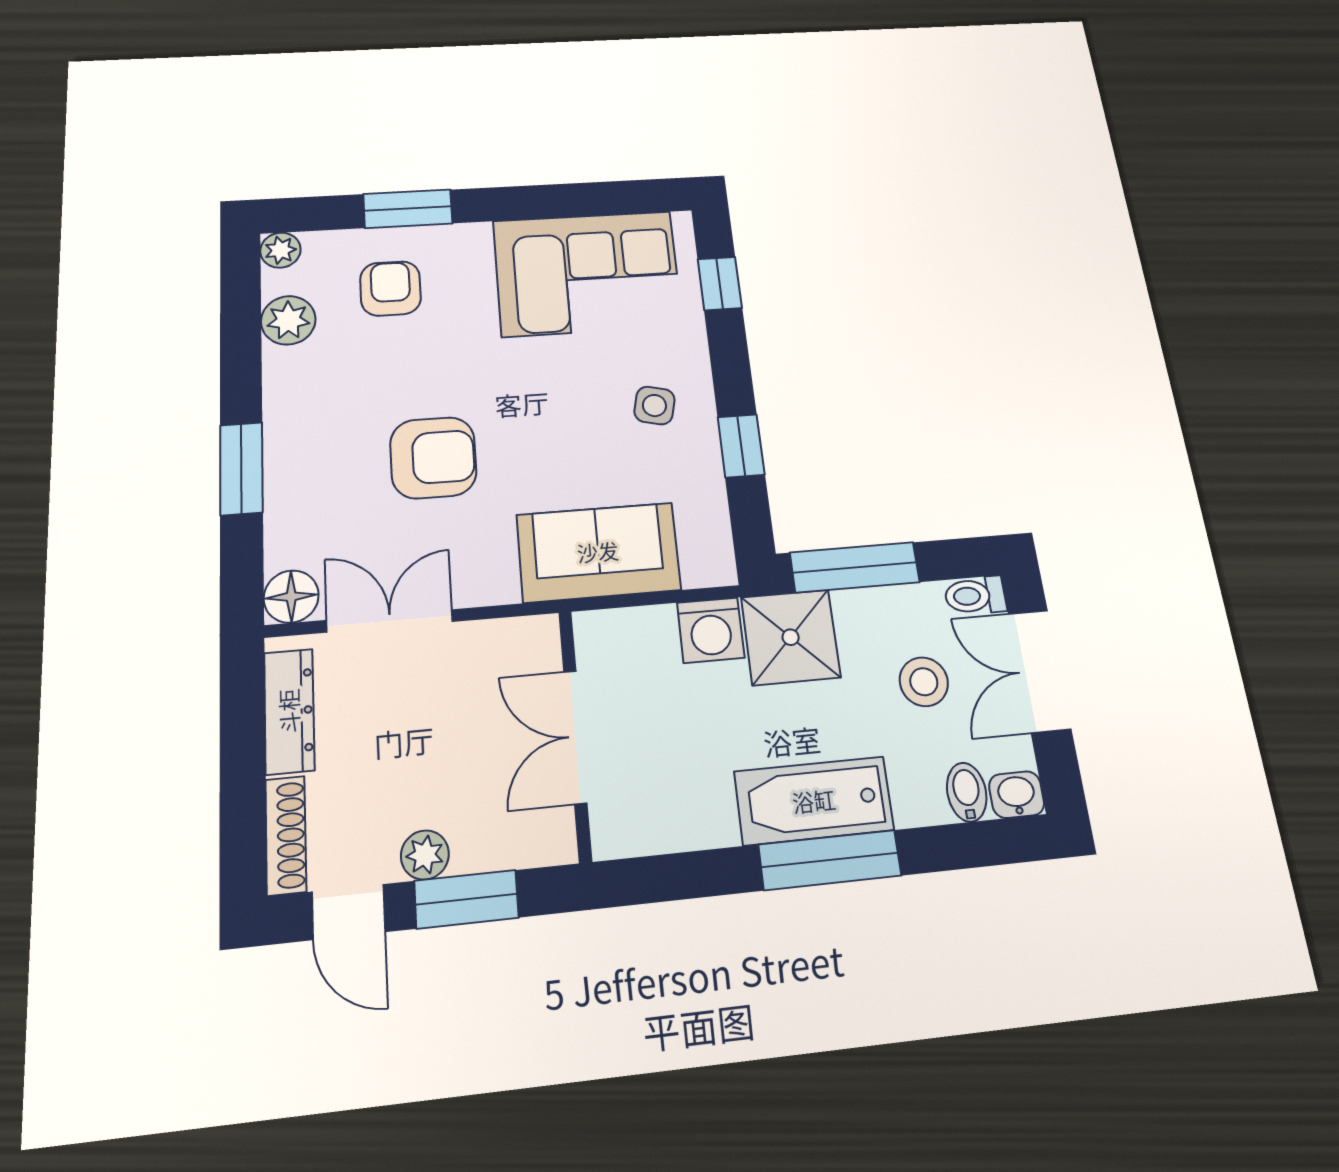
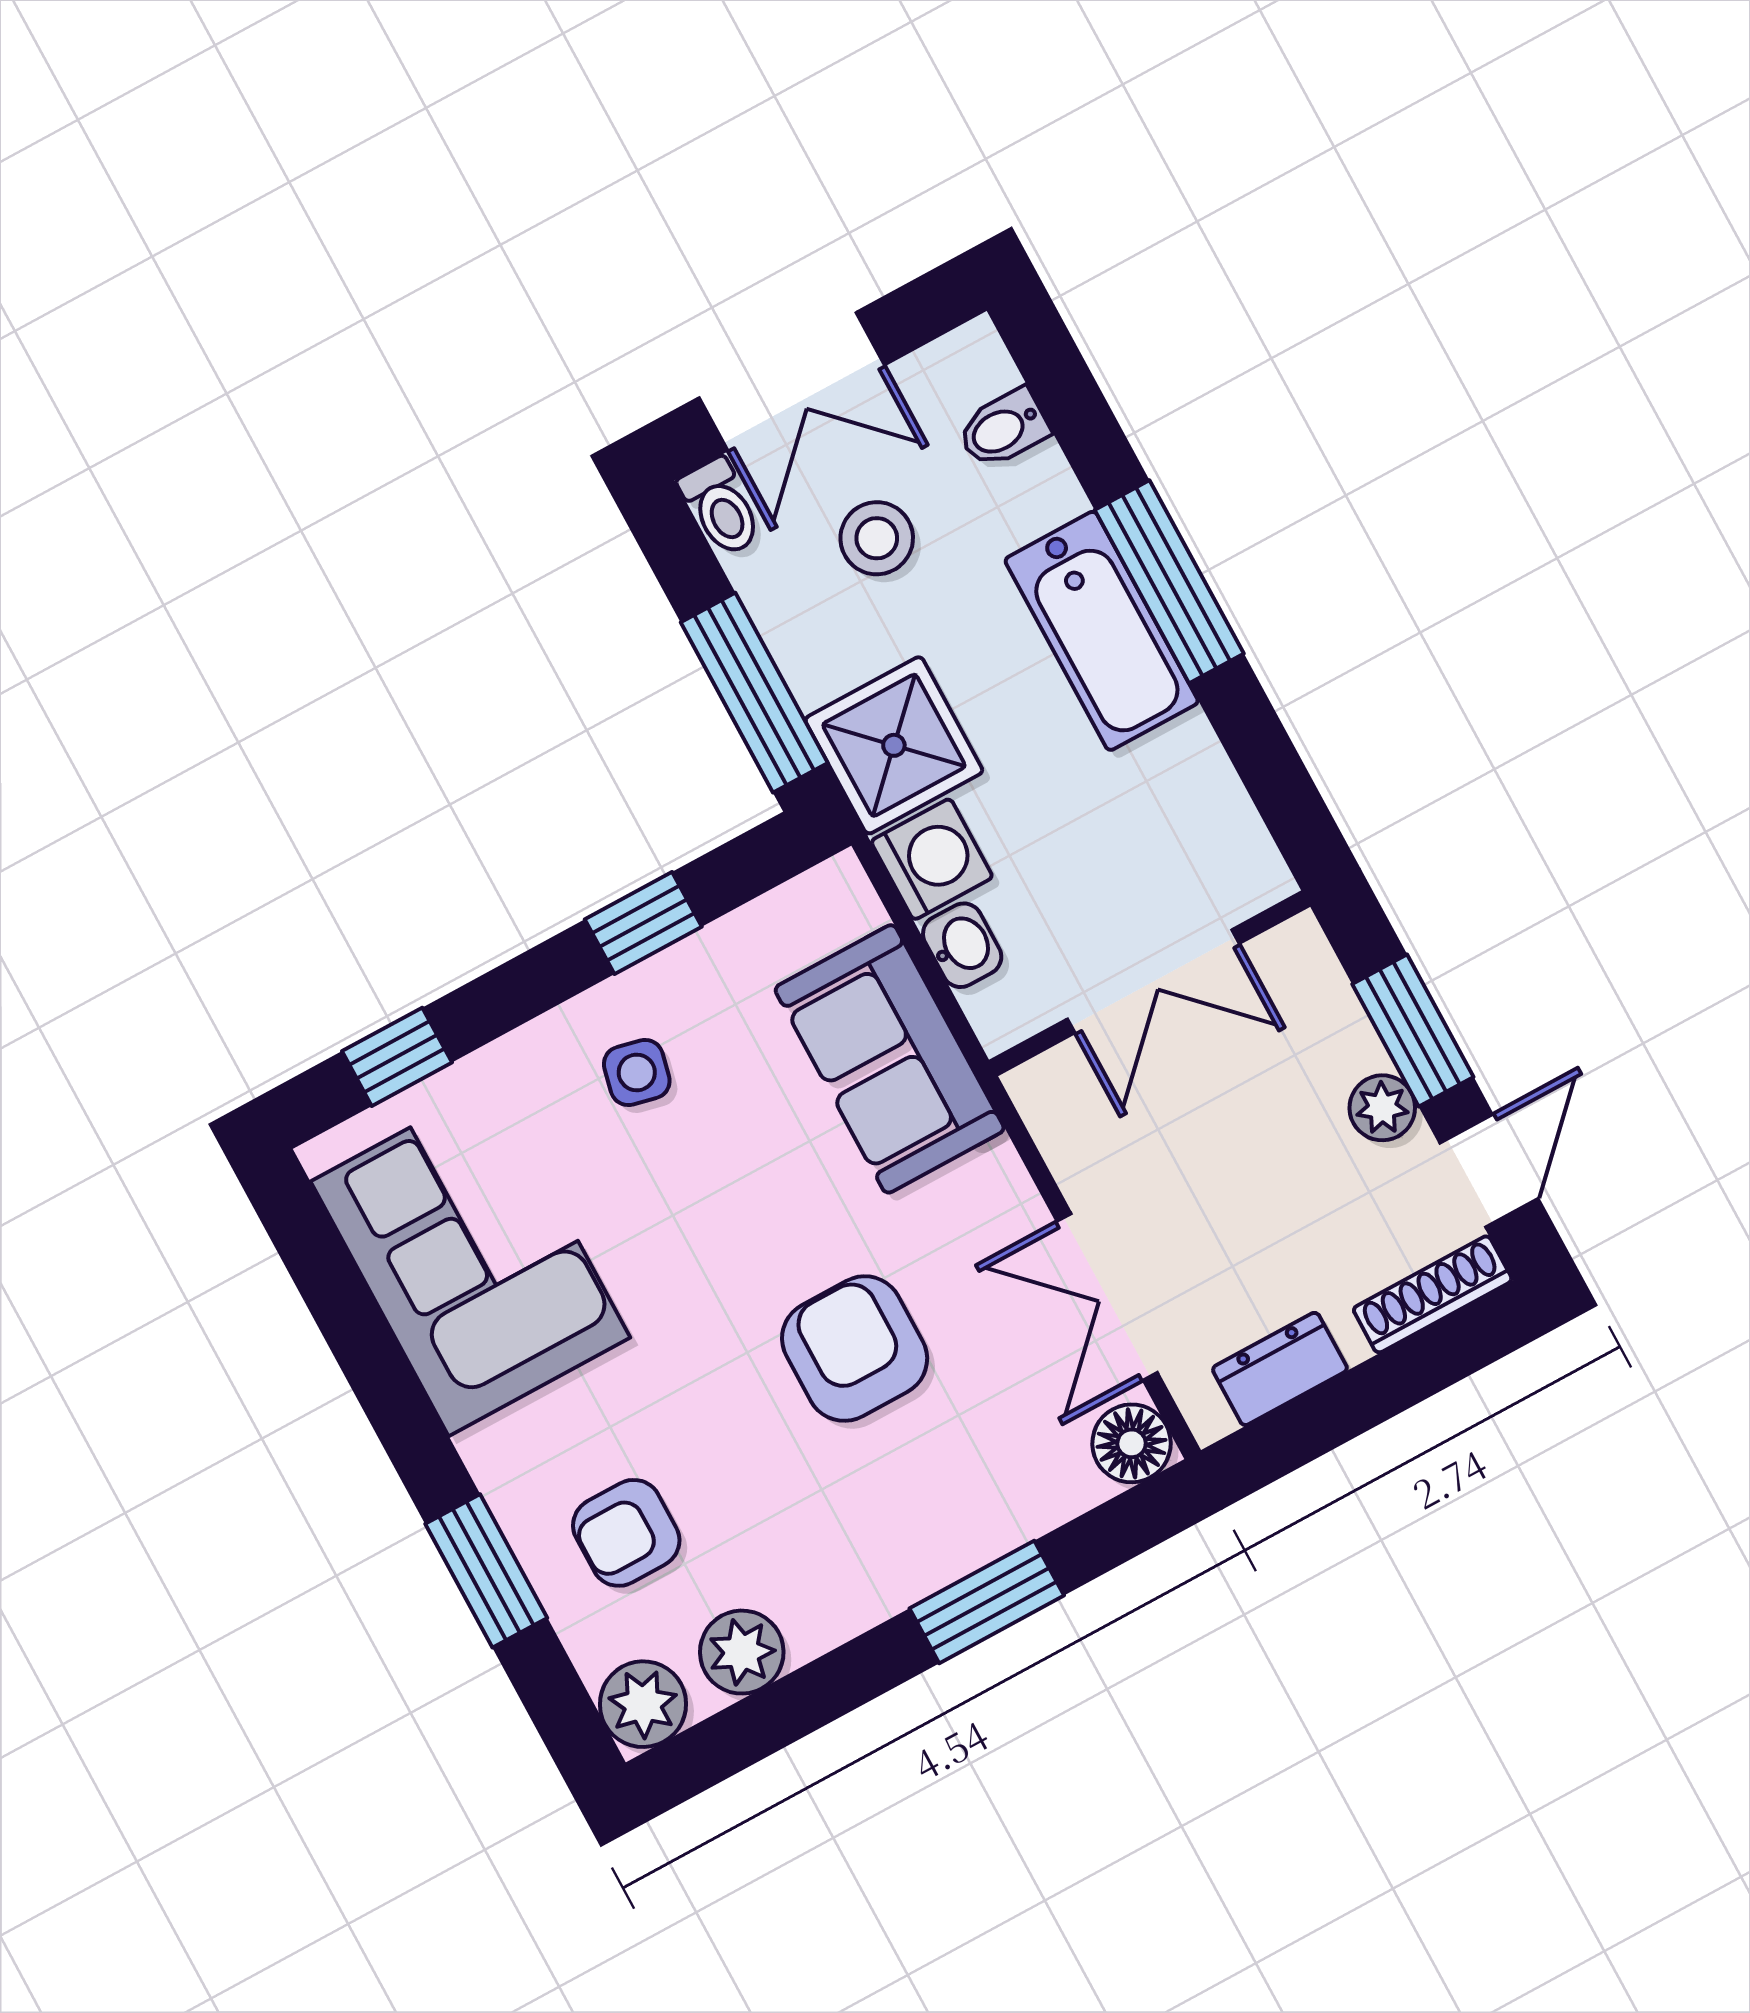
plant: (280, 250) -> (643, 1704), width x1.38, depth x1.38
dresser: (289, 711) -> (1280, 1369), width x0.70
washbasin: (1017, 795) -> (962, 945), moved, turned 180

